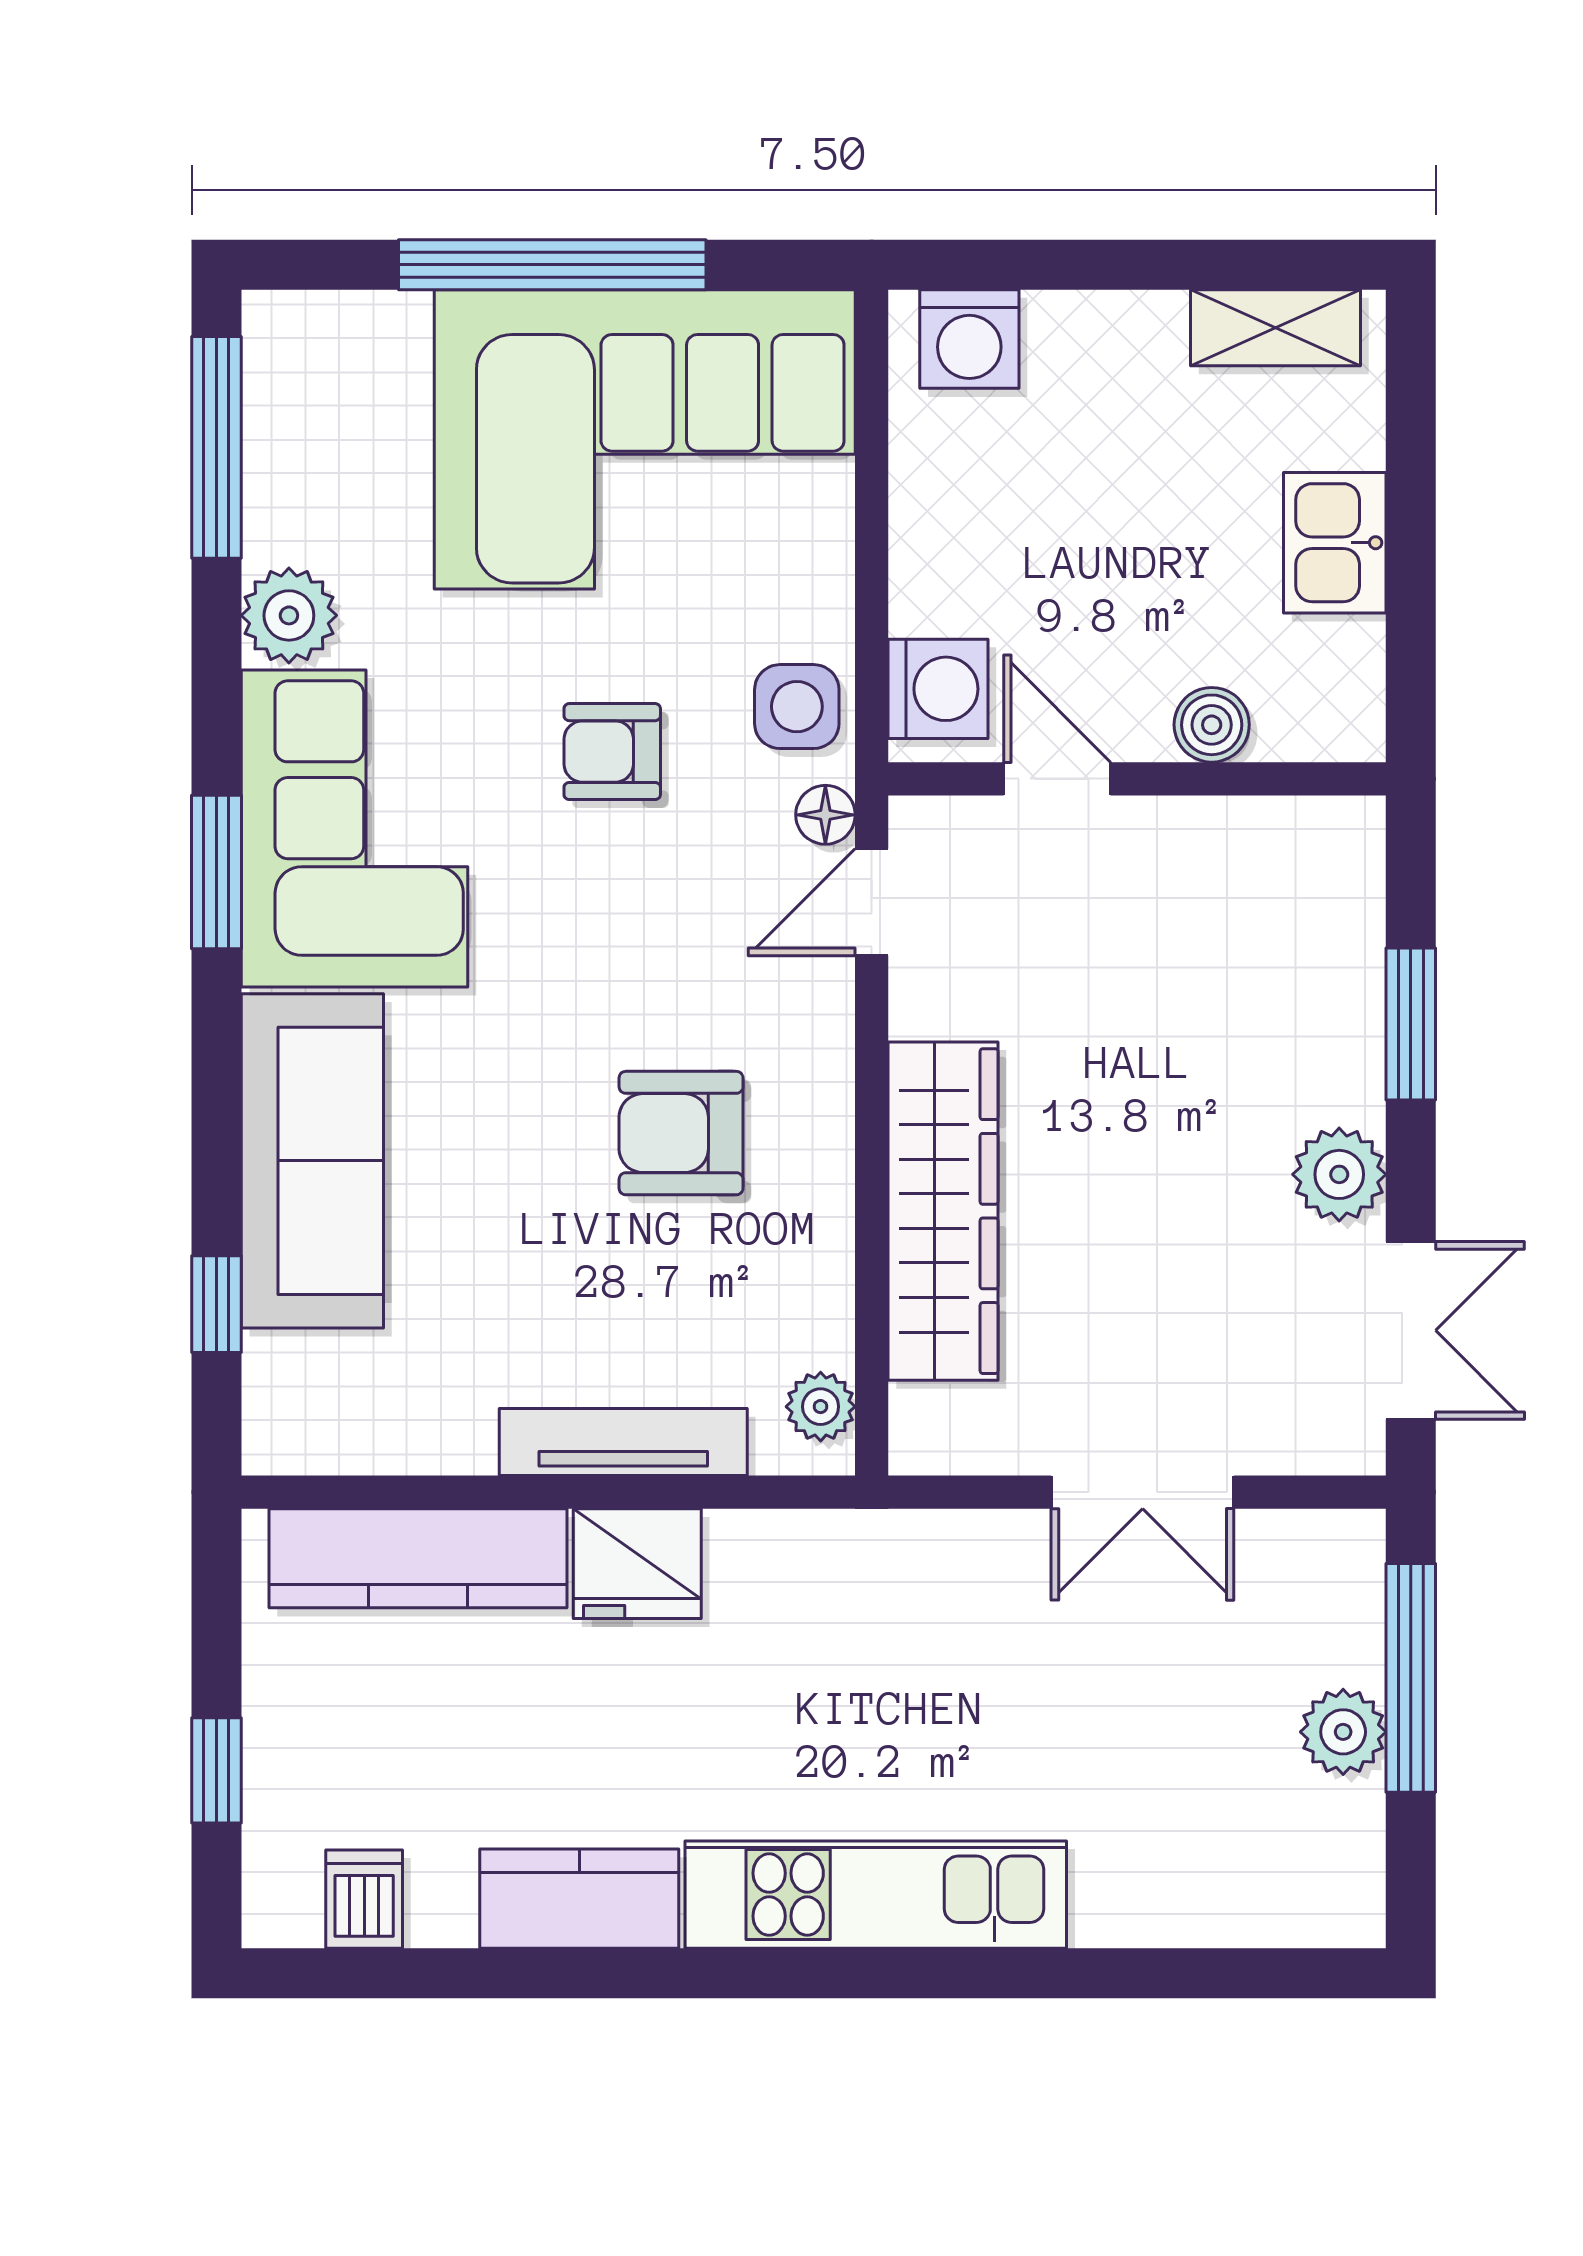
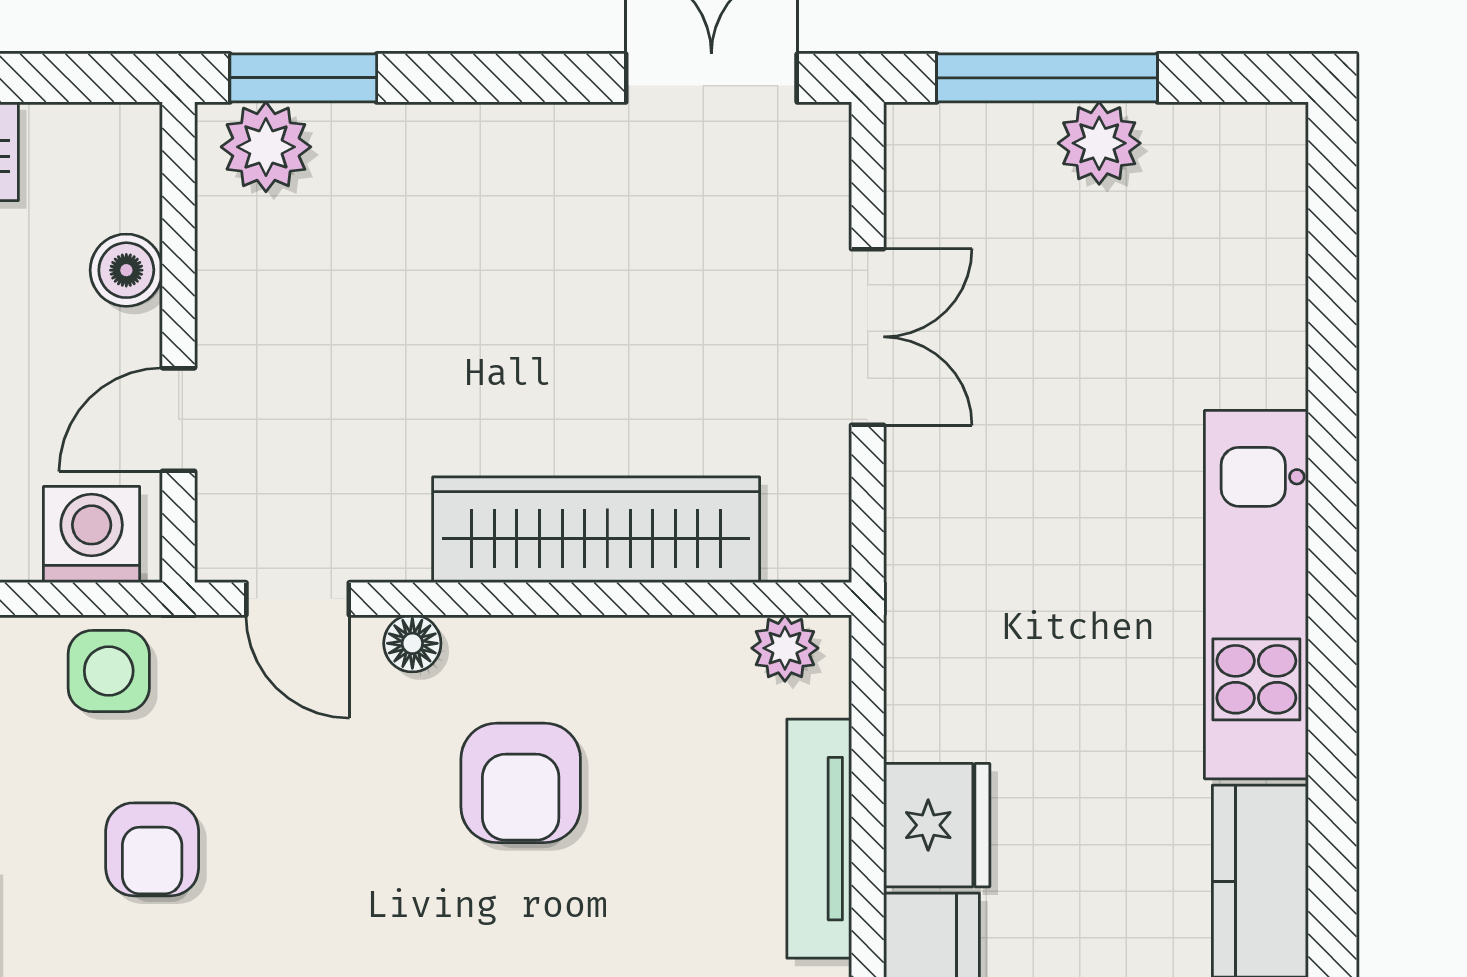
floor lamp: (825, 815) -> (412, 643), moved
window: (1411, 1024) -> (303, 78), moved
plant: (1339, 1174) -> (266, 147), moved

